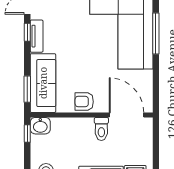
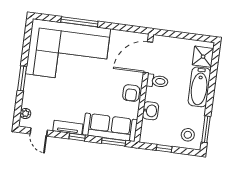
window: (27, 32) -> (77, 137), moved
washbasin: (40, 126) -> (151, 111), moved
window: (27, 134) -> (164, 148), moved

